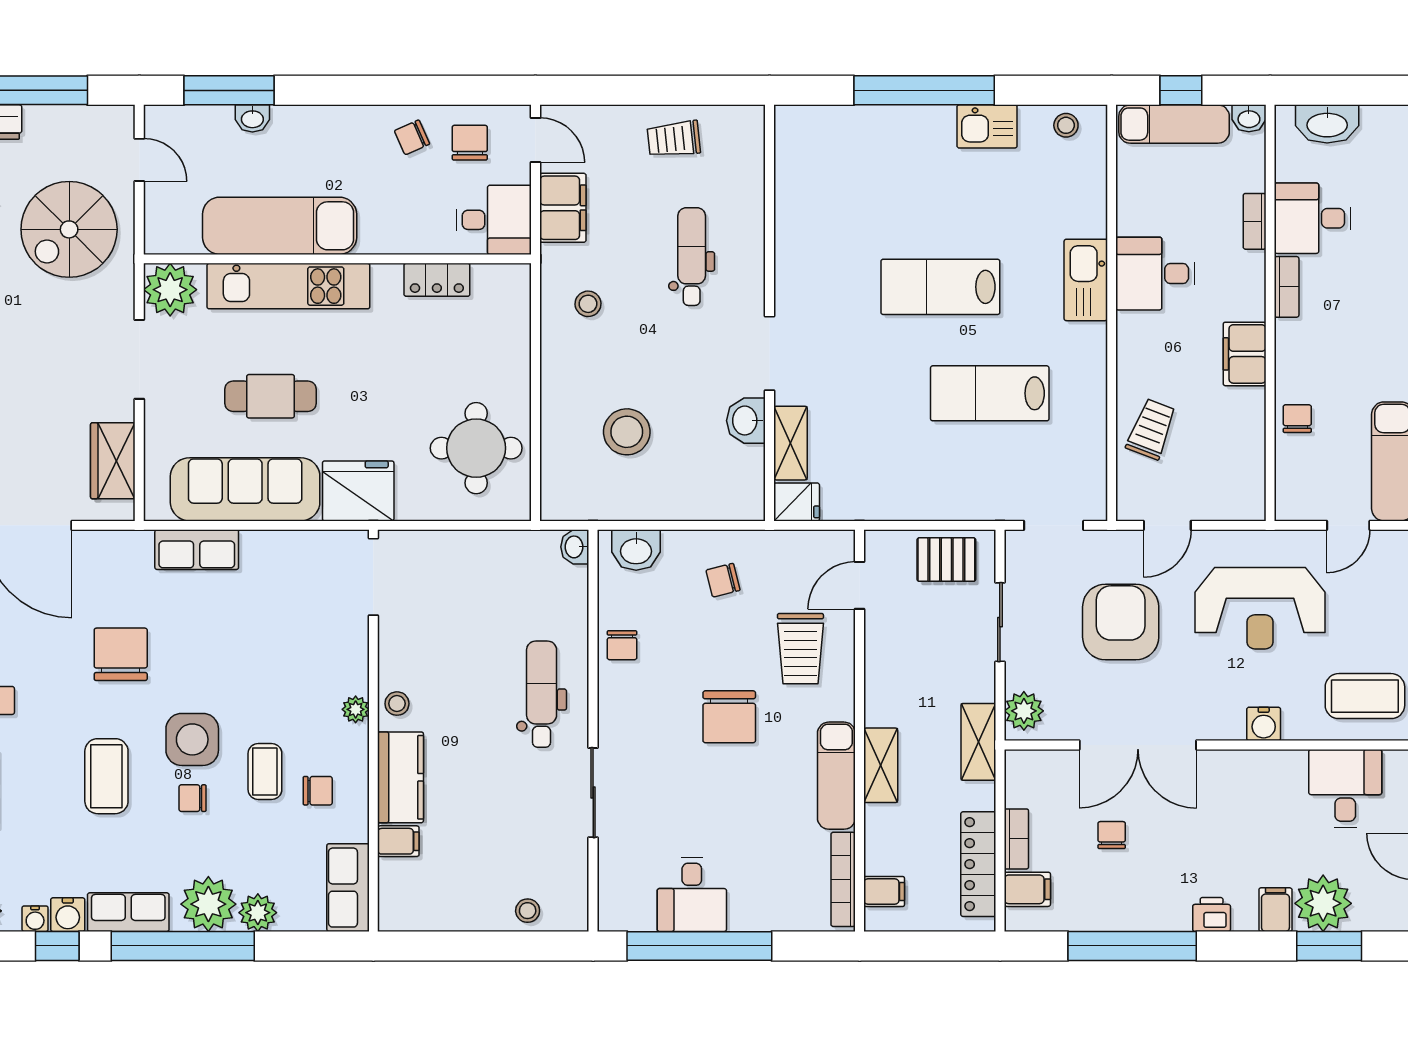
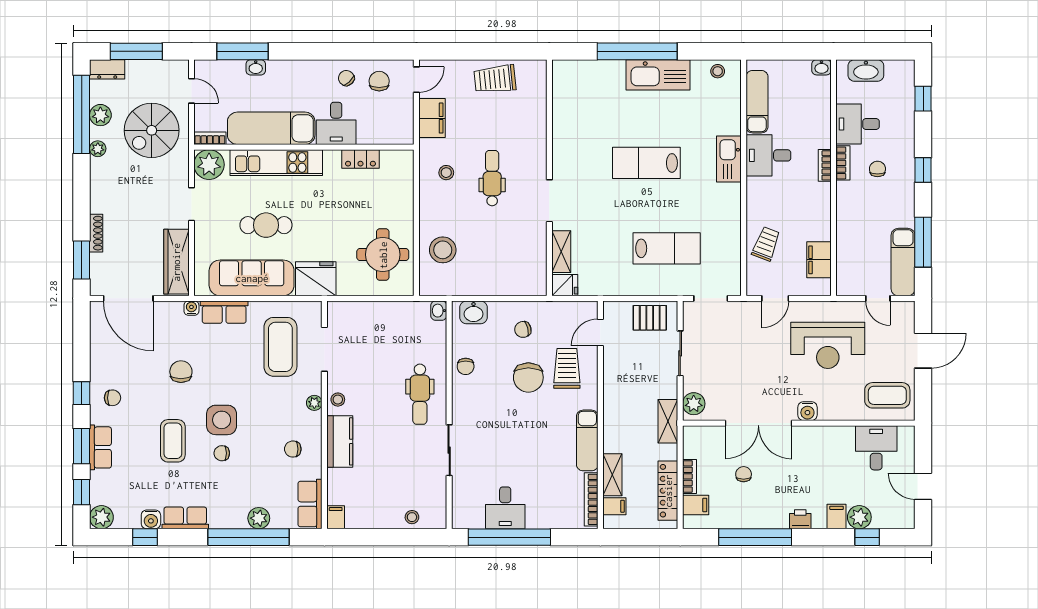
window: (1181, 90) -> (783, 51), removed
exam couch: (1174, 124) -> (757, 102), moved, turned -90
kitchen sink: (987, 126) -> (658, 75), width x1.88, depth x1.24
chair: (412, 137) -> (346, 78), turned 71
trolley: (674, 139) -> (495, 79), width x1.36, depth x1.39
door: (535, 140) -> (416, 80), hinge flipped
desk: (494, 220) -> (336, 123), moved, turned 90
bookcase: (1255, 221) -> (825, 165), moved
bookcase: (172, 243) -> (210, 138), added
dental chair: (692, 257) -> (492, 178), moved
filing cabinet: (1245, 354) -> (819, 260), moved
doorway: (139, 359) -> (192, 204), width x0.73
lab bench: (990, 393) -> (667, 248), moved, turned 180
chair: (1297, 419) -> (877, 169), moved
washbasin: (746, 421) -> (536, 239), removed
stool: (627, 432) -> (443, 250), moved
wardrobe: (113, 461) -> (176, 262), width x1.50
door: (1348, 525) -> (878, 298), hinge flipped
doorway: (373, 577) -> (324, 349), moved
armchair: (1121, 622) -> (749, 353), removed
trolley: (800, 649) -> (567, 368), turned 180
chair: (121, 654) -> (181, 372), width x0.73, depth x0.73
dental chair: (542, 694) -> (420, 394), turned 180
chair: (729, 717) -> (528, 377), moved
water cooler: (1264, 724) -> (807, 411), moved
shelving: (881, 765) -> (612, 475), moved
coffee table: (265, 771) -> (280, 347), moved, width x1.86, depth x1.72
chair: (318, 791) -> (293, 449), turned 180
filing cabinet: (398, 841) -> (336, 517), moved, turned -90
plant: (1323, 903) -> (859, 517), width x0.73, depth x0.73
plant: (208, 904) -> (231, 513), removed
water cooler: (35, 919) -> (191, 308), moved, turned 180
window: (183, 946) -> (248, 537), moved
window: (1329, 946) -> (867, 537), width x0.67

